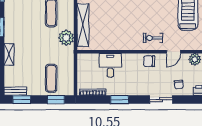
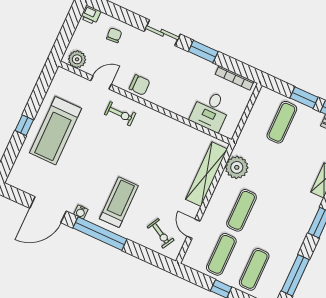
desk: (110, 65) -> (211, 111), moved
window: (56, 100) -> (304, 98), moved
sliding door: (161, 100) -> (162, 33), moved

